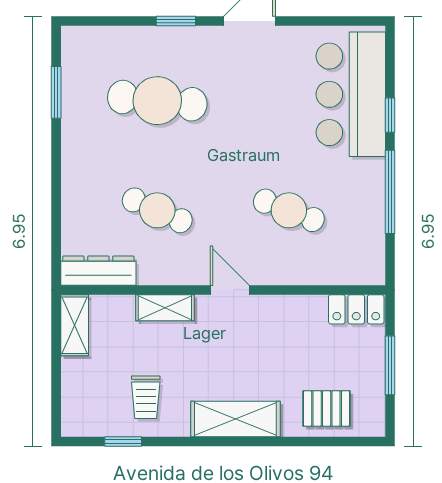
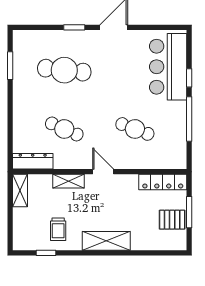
locker: (356, 309) -> (163, 182), width x1.53
pallet: (327, 408) -> (172, 220), moved

